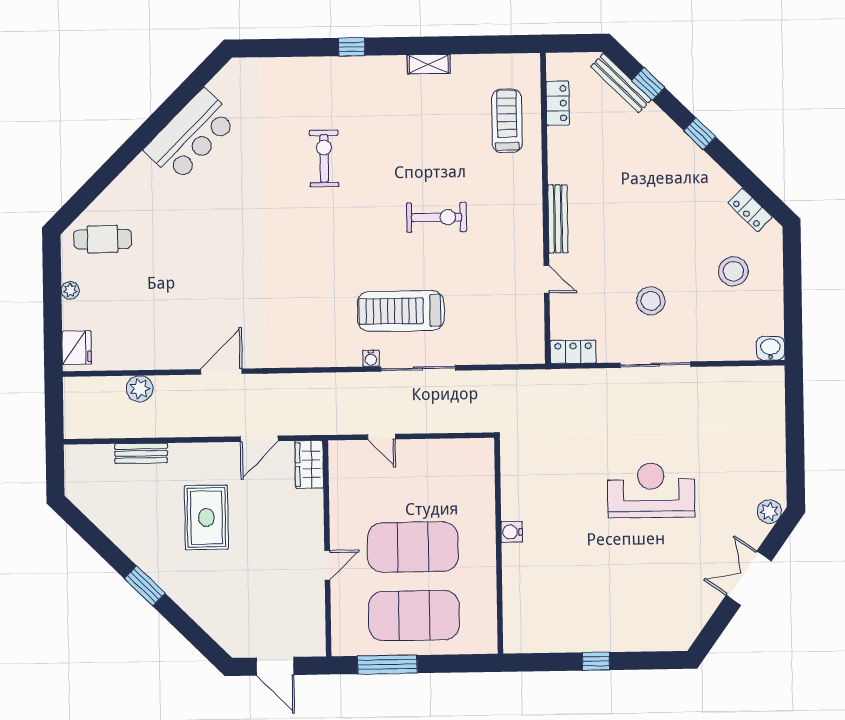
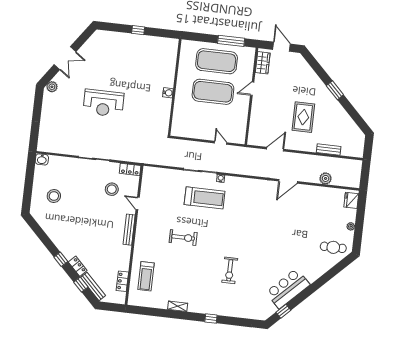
window: (194, 84) -> (283, 311), added
locker: (750, 210) -> (78, 266), moved
exercise bike: (437, 217) -> (183, 237), turned 180
stool: (651, 301) -> (112, 189), moved
wardrobe: (309, 464) -> (263, 63), moved

